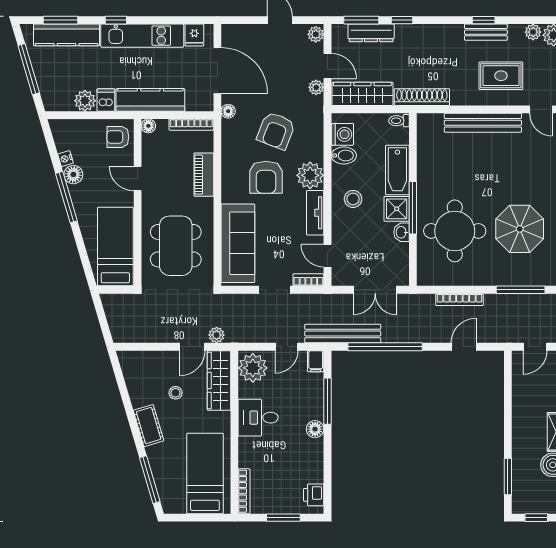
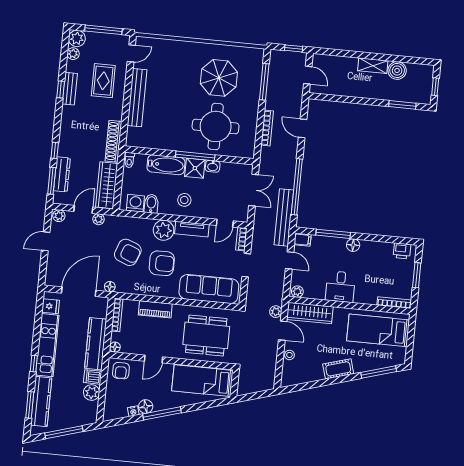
plant: (253, 368) -> (297, 292), width x0.53, depth x0.53
stool: (176, 393) -> (289, 355), moved

